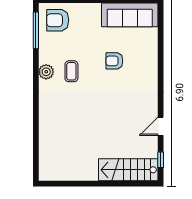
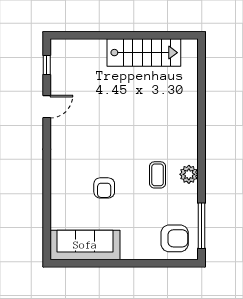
armchair: (114, 61) -> (104, 188), turned 90
stairs: (128, 170) -> (144, 53), moved

